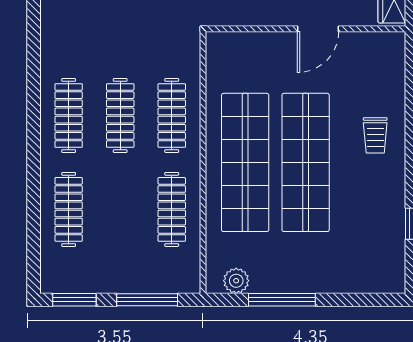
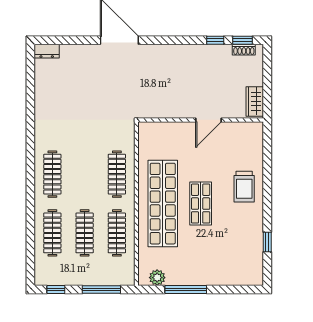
clothes rail: (120, 115) -> (85, 233), moved
trolley: (375, 135) -> (244, 187), width x1.36, depth x1.39
shop shelf: (306, 162) -> (201, 204), width x0.50, depth x0.74
window: (74, 300) -> (56, 289), width x0.67

